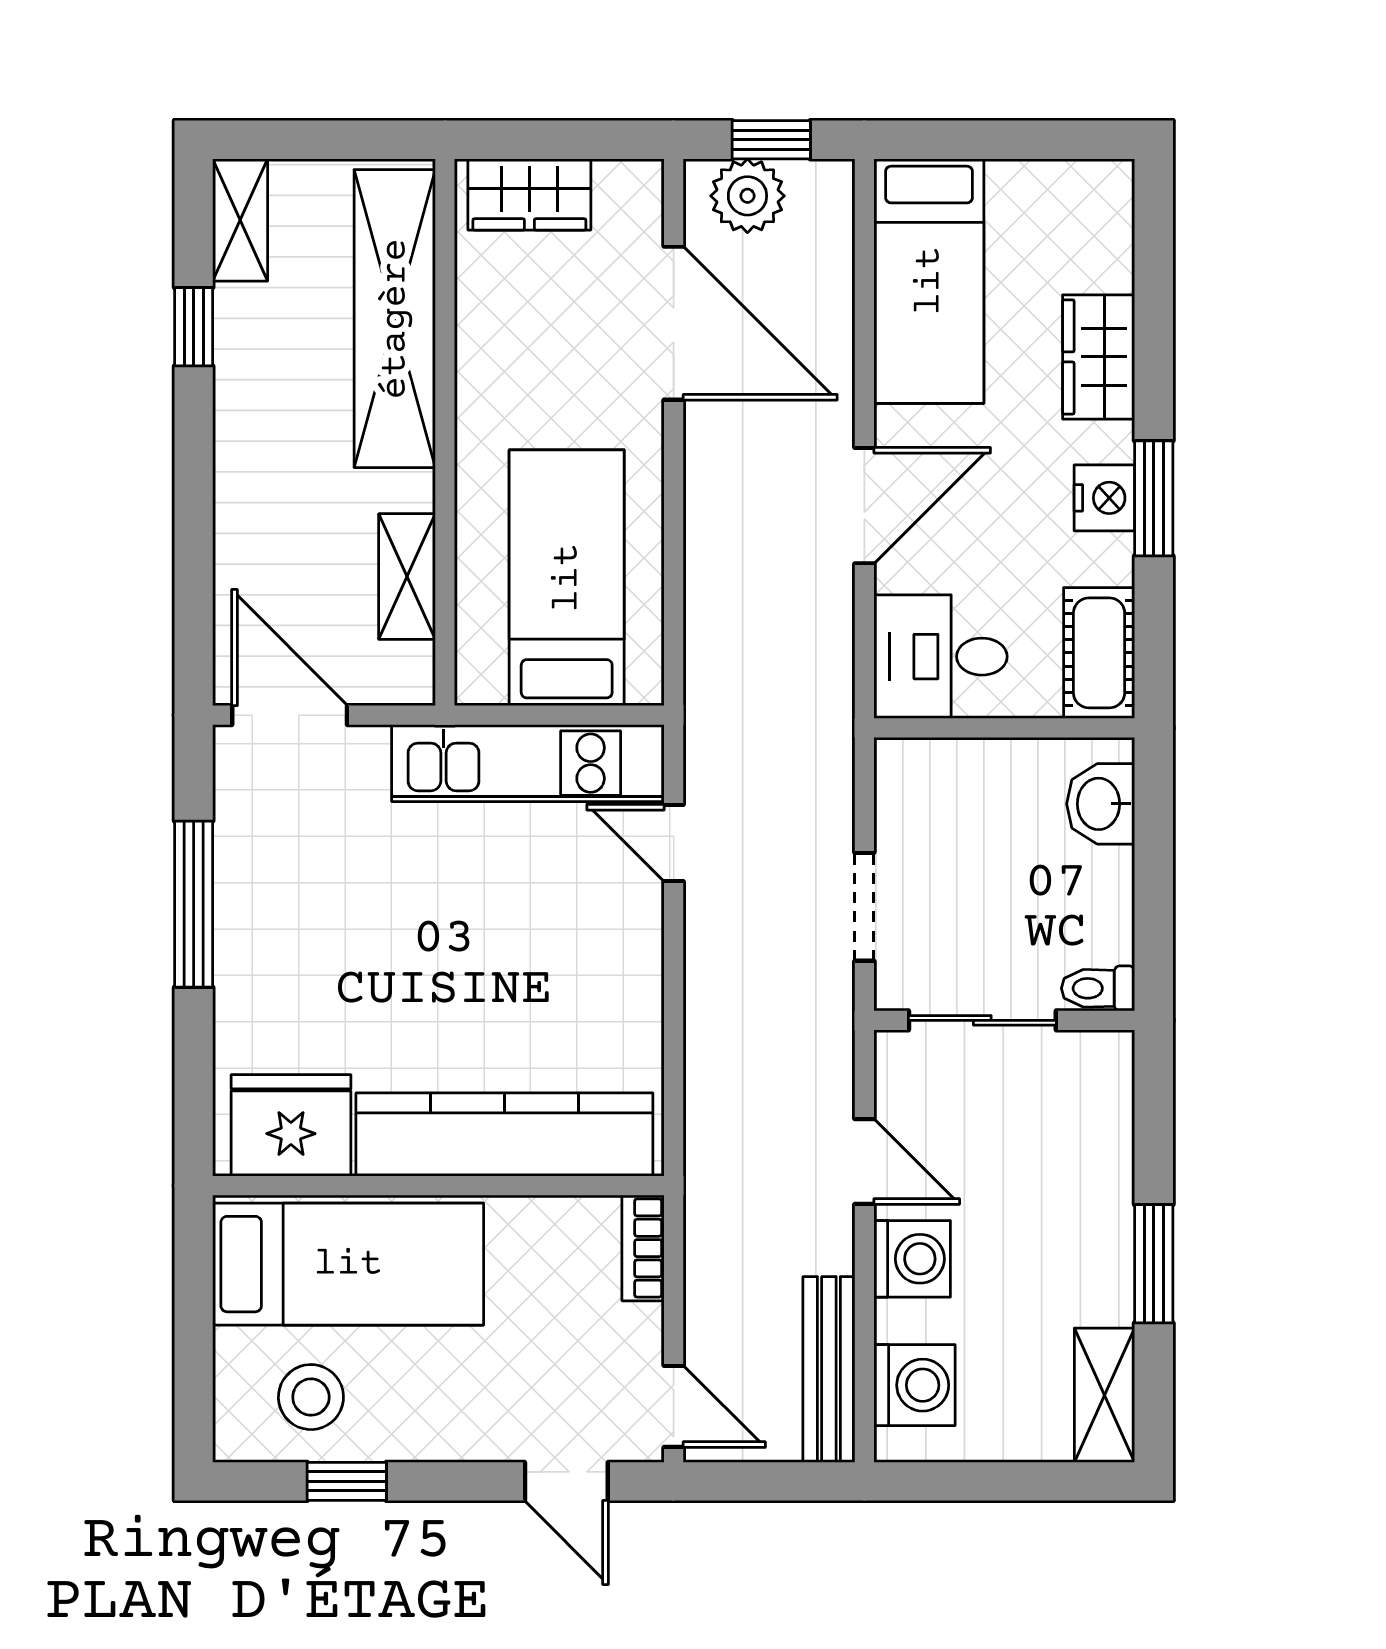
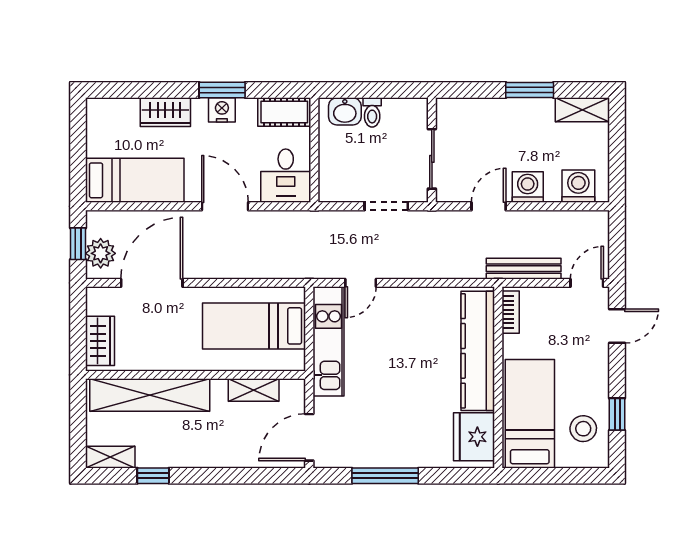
toilet: (1098, 988) -> (372, 112), moved
bookcase: (643, 1248) -> (511, 312), moved, turned -90
bench: (829, 1369) -> (524, 269), moved

